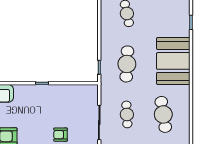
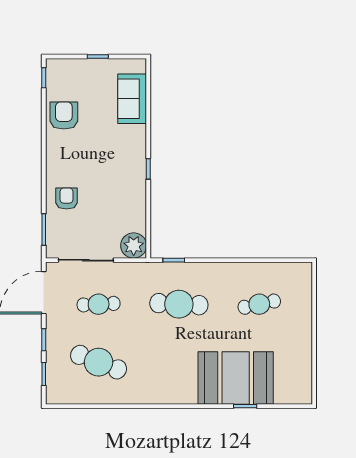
booth: (173, 61) -> (236, 378), moved
plant: (90, 92) -> (134, 246), added
cafe table: (163, 114) -> (99, 362), turned 30

